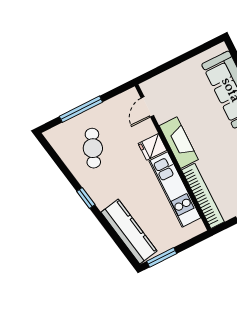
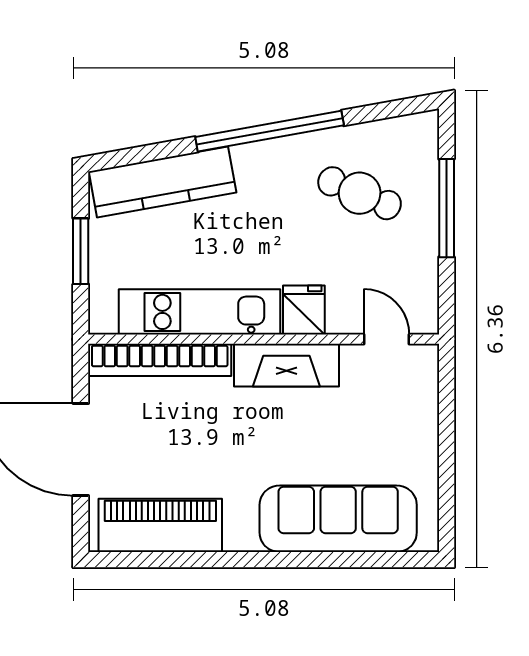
window: (86, 198) -> (270, 131), width x3.17
window: (162, 257) -> (81, 251), moved

